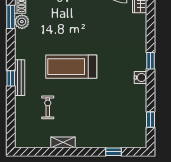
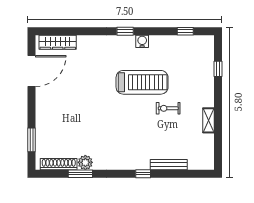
treadmill: (71, 67) -> (142, 82), moved, turned -90
bench: (20, 78) -> (169, 165), moved
exercise bike: (48, 107) -> (168, 108), moved

